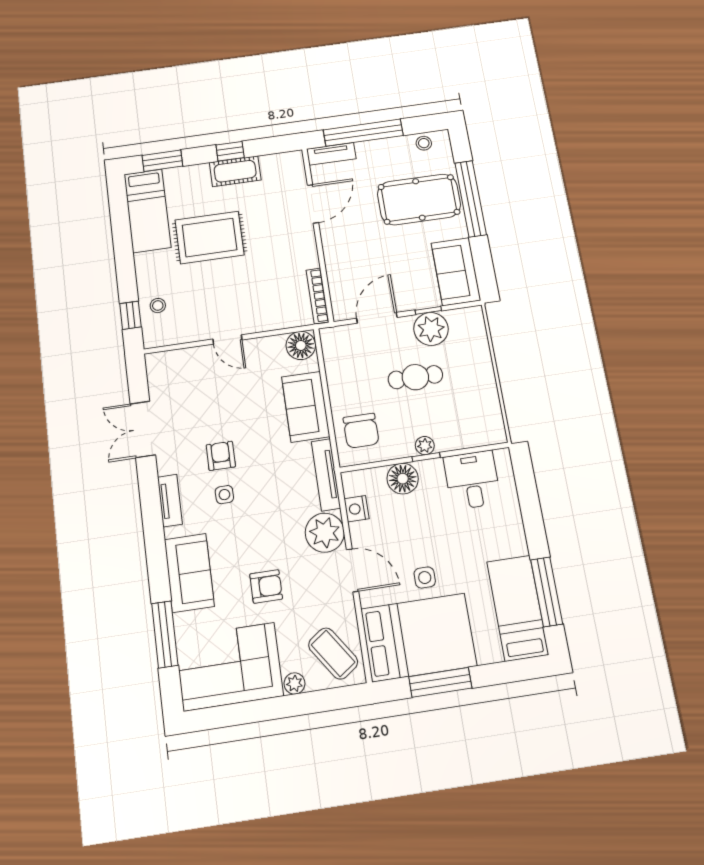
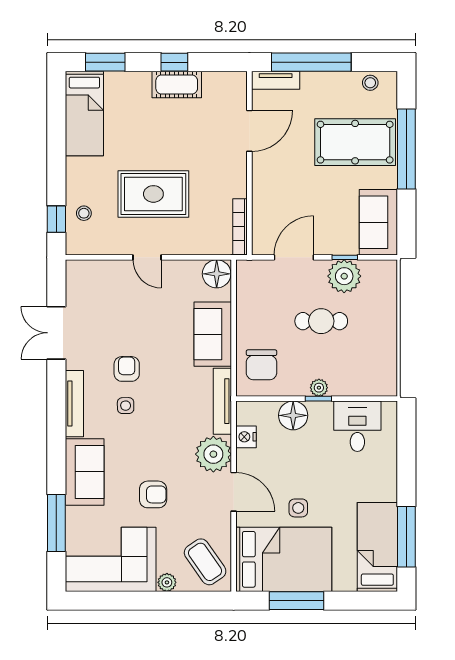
rug: (210, 237) -> (153, 194), moved
tv unit: (170, 501) -> (74, 404), width x1.41

